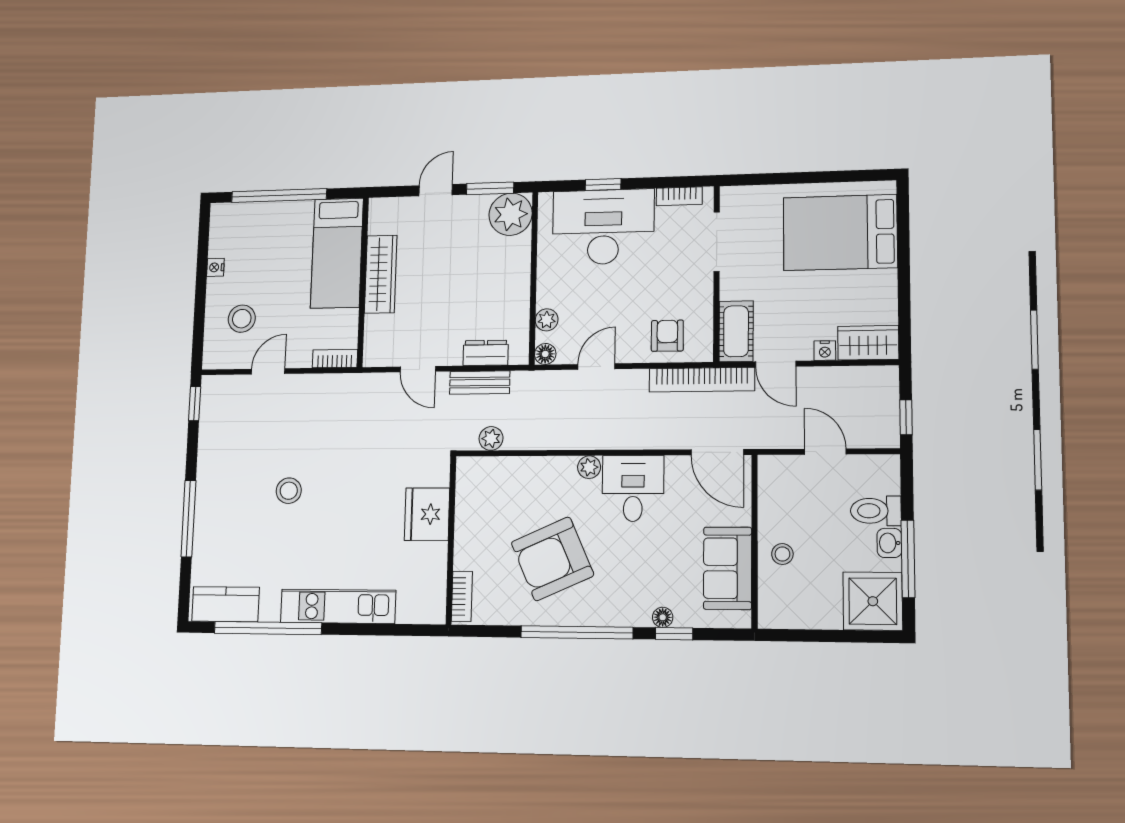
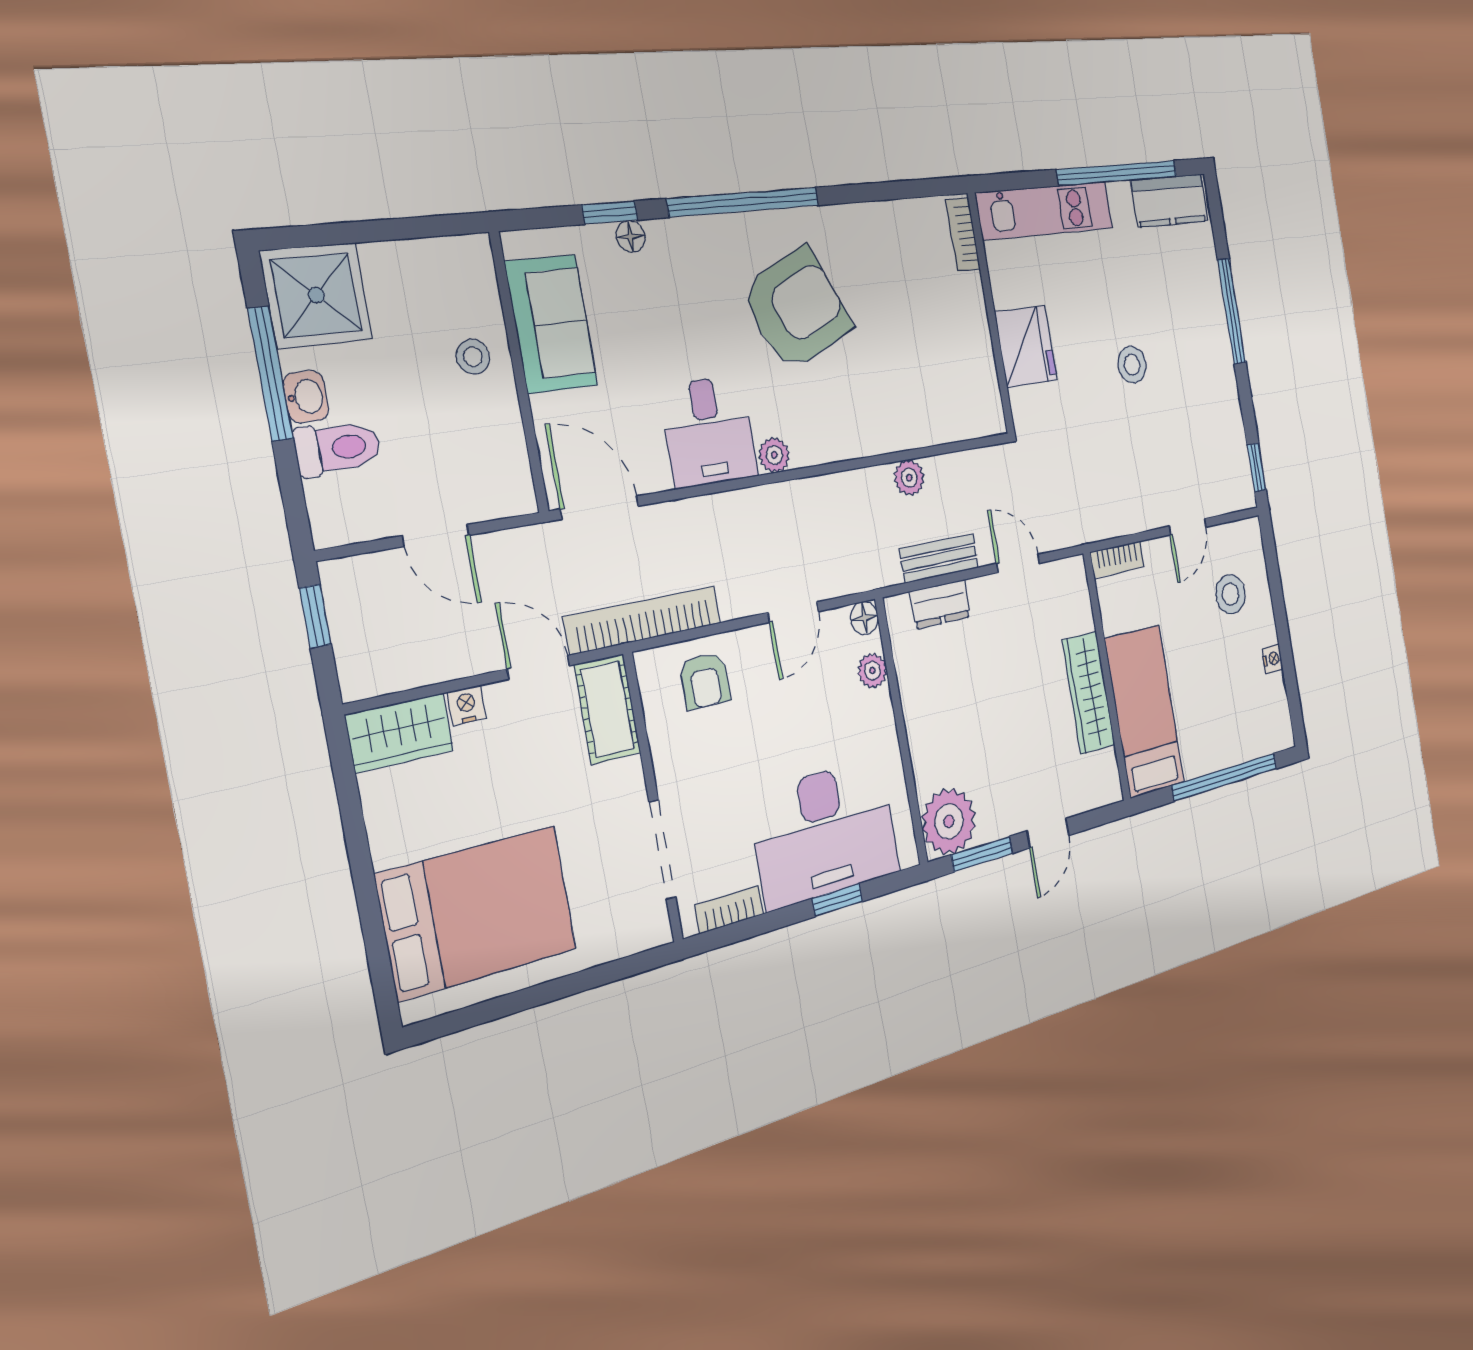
fridge: (427, 514) -> (1026, 346), moved
wall: (451, 540) -> (991, 313), moved
bookcase: (462, 596) -> (963, 235), moved

